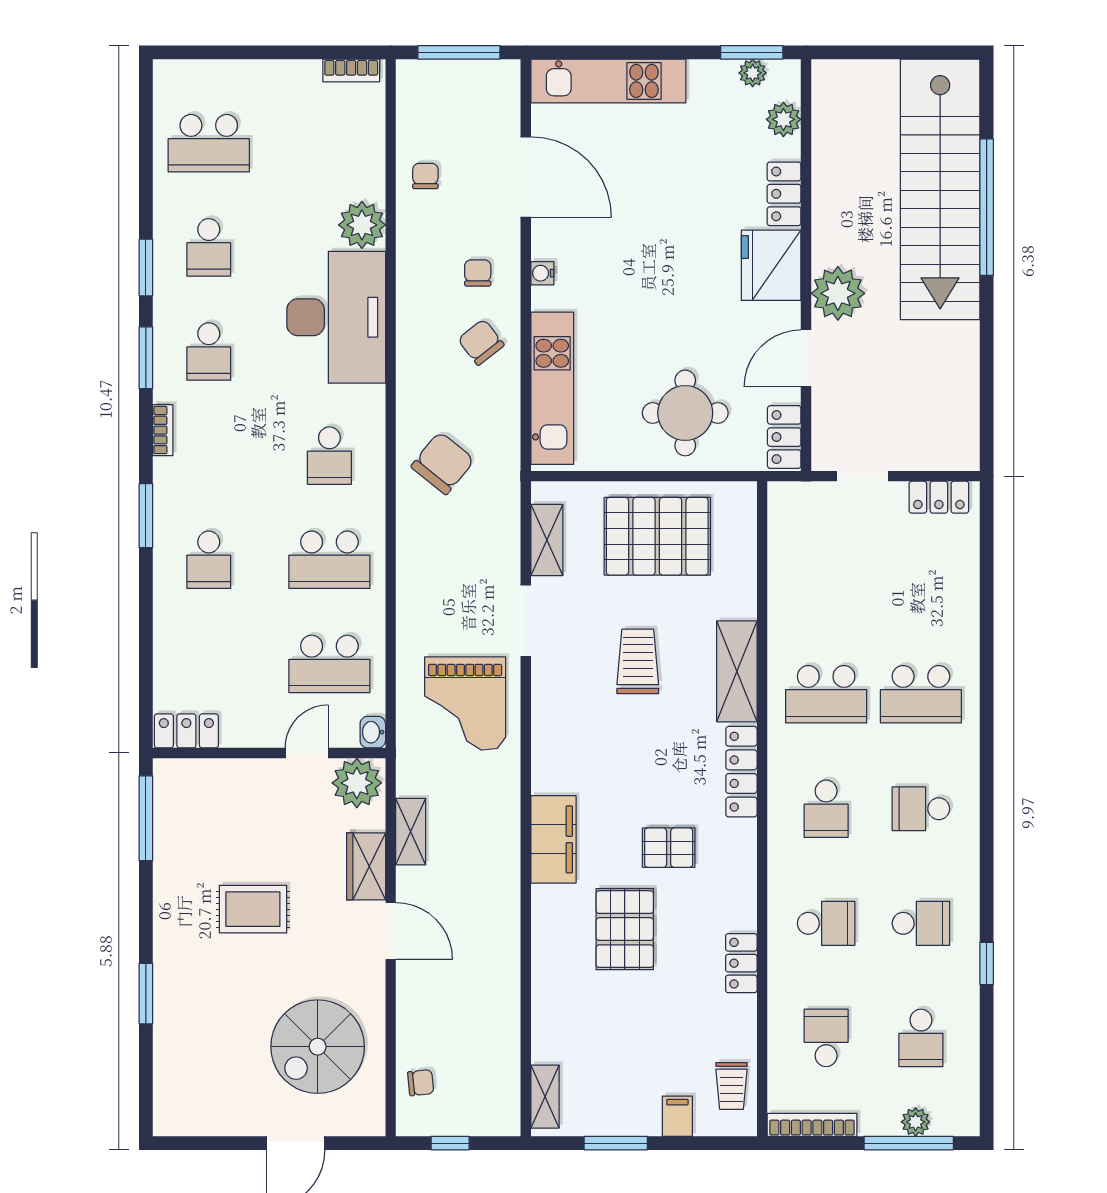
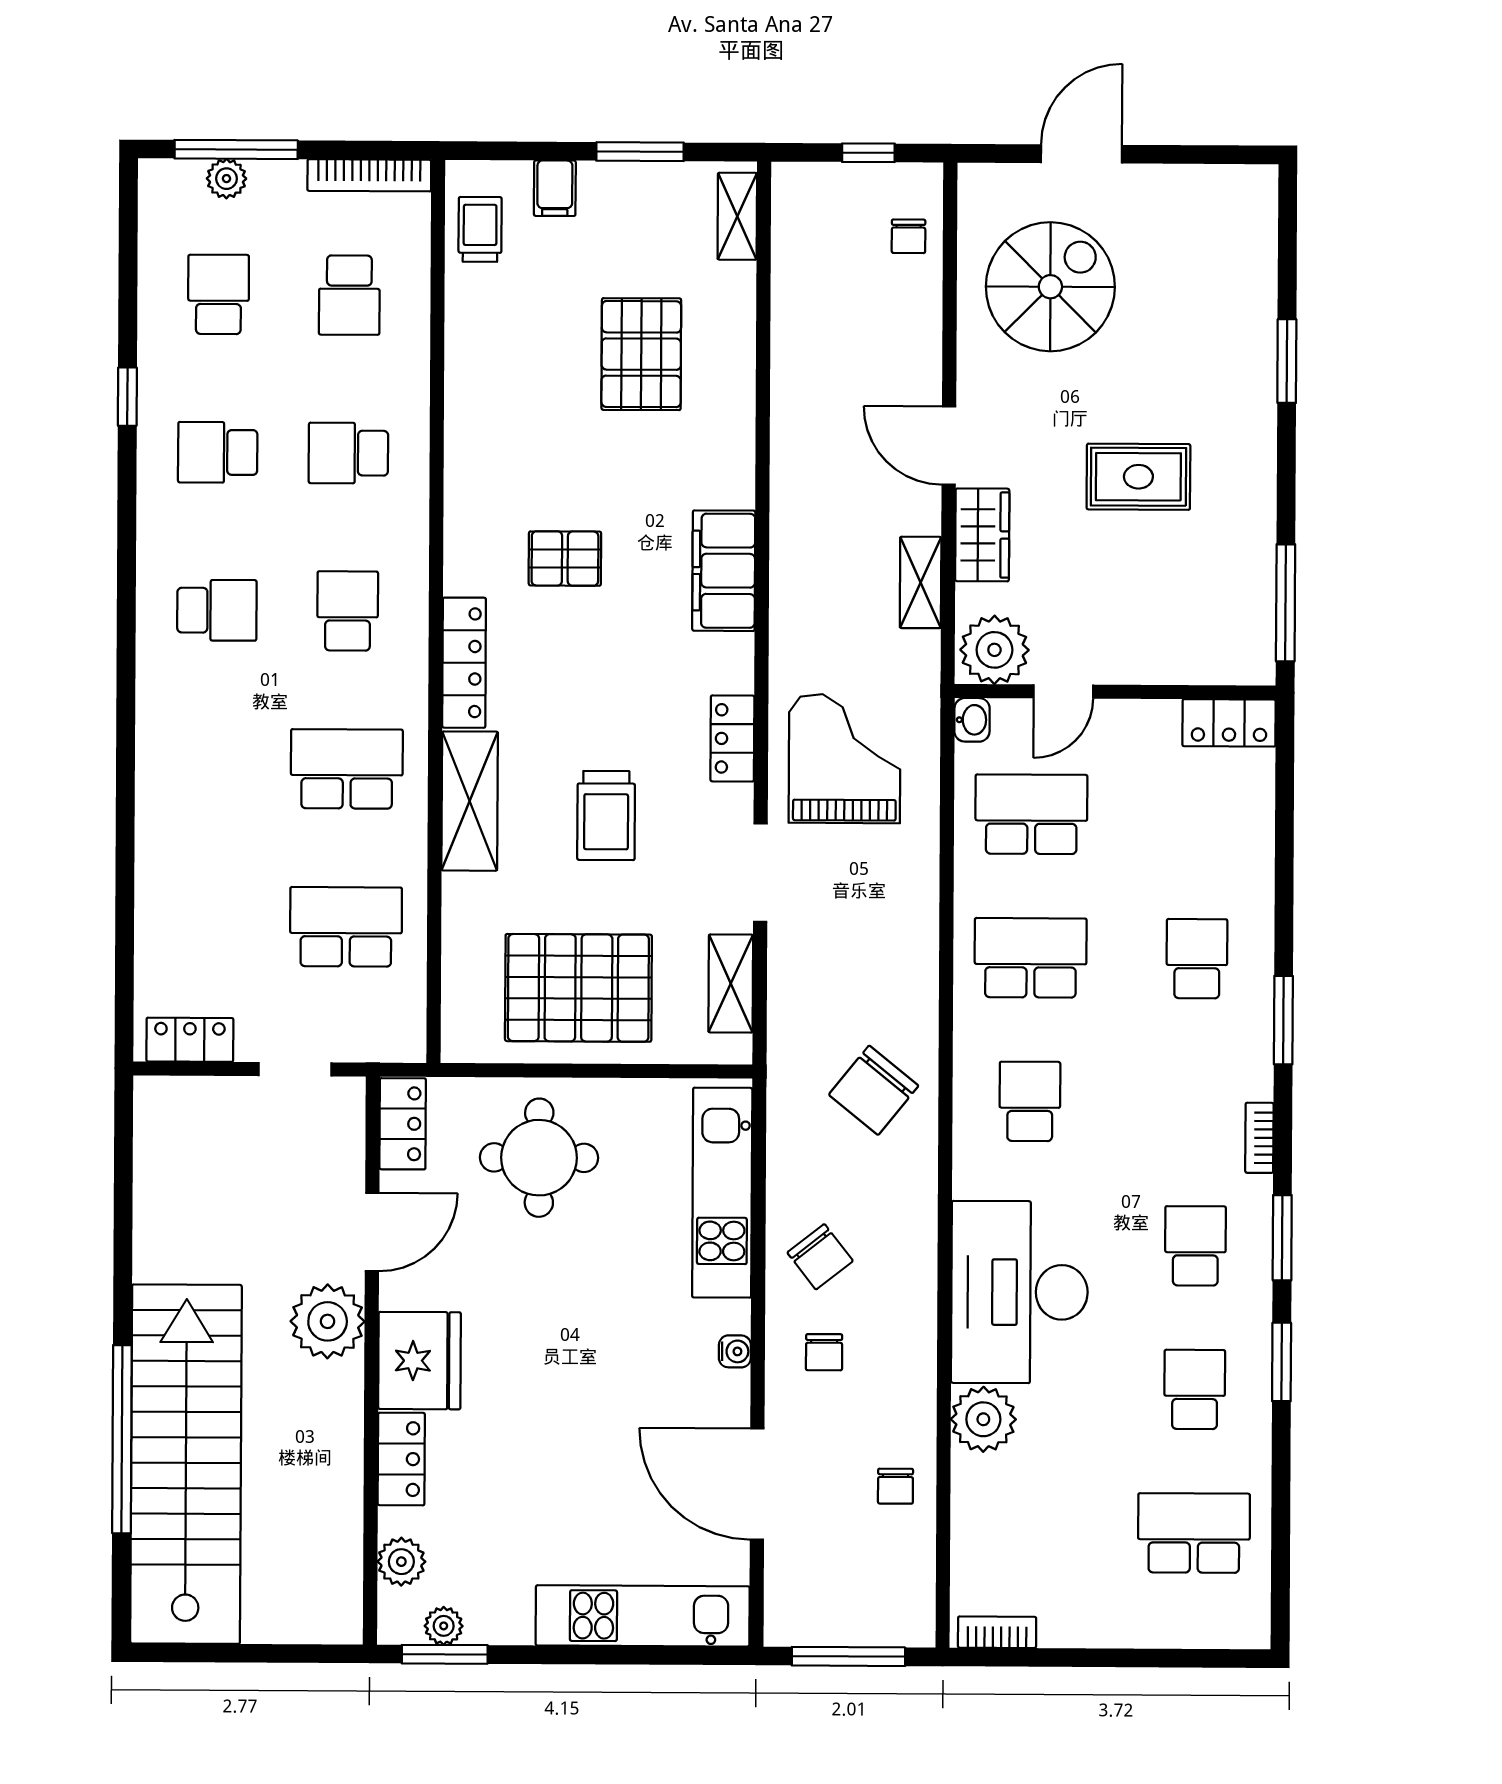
school desk: (921, 694) -> (346, 927), moved
pallet: (625, 929) -> (641, 354), moved
locker: (741, 963) -> (732, 738), moved, turned 180
chair: (421, 1083) -> (909, 236), turned -84

